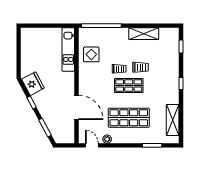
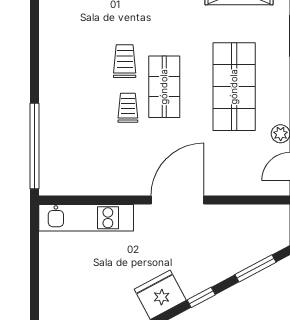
shelving: (144, 34) -> (52, 54), removed
display table: (91, 54) -> (97, 168), removed
door: (76, 107) -> (177, 200), moved

